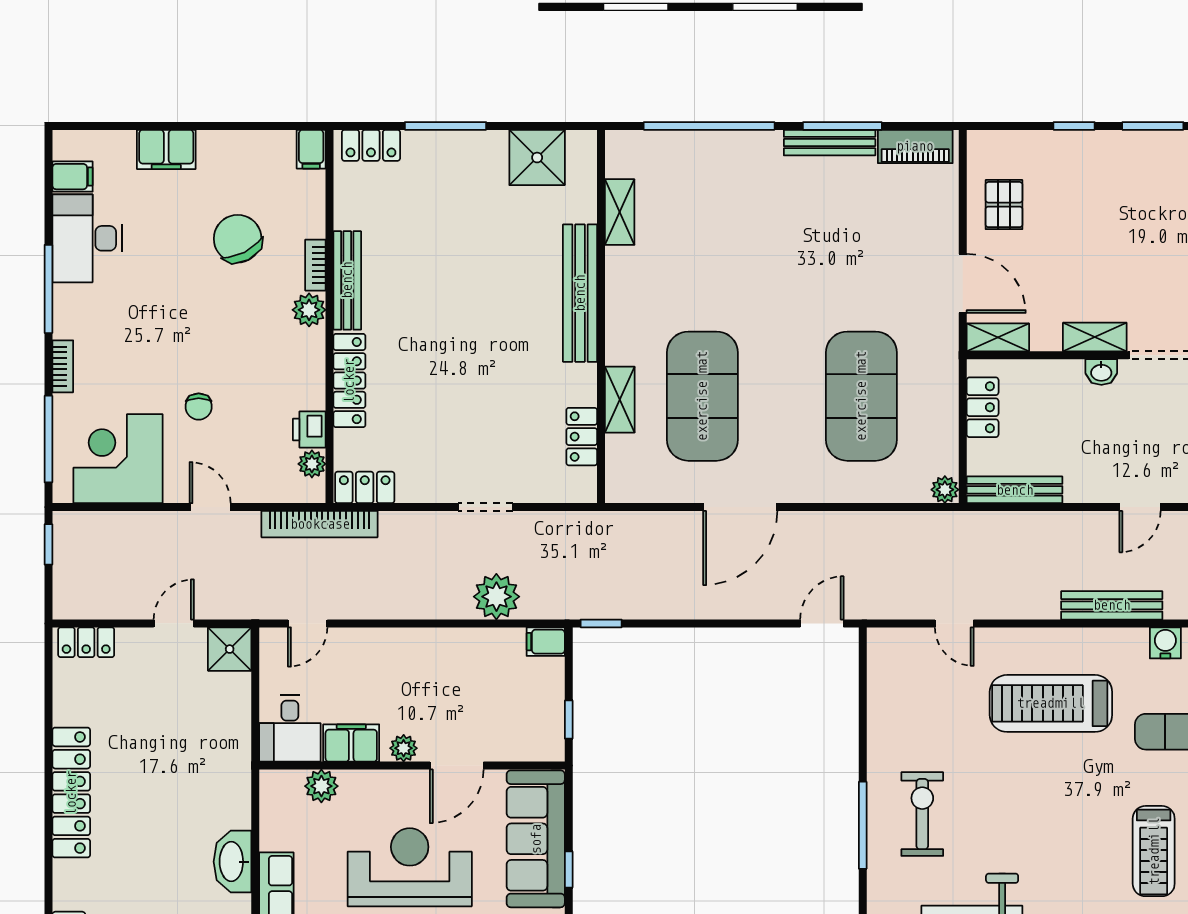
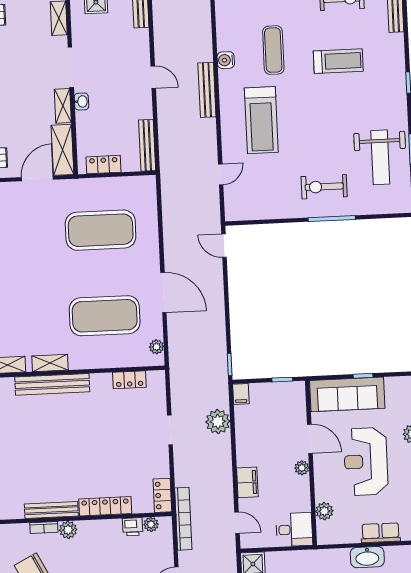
shelving: (998, 337) -> (63, 150), width x1.50, depth x1.33
shelving: (620, 400) -> (50, 363), moved
plant: (945, 490) -> (157, 347), moved
filing cabinet: (351, 743) -> (247, 482), moved, turned 180

